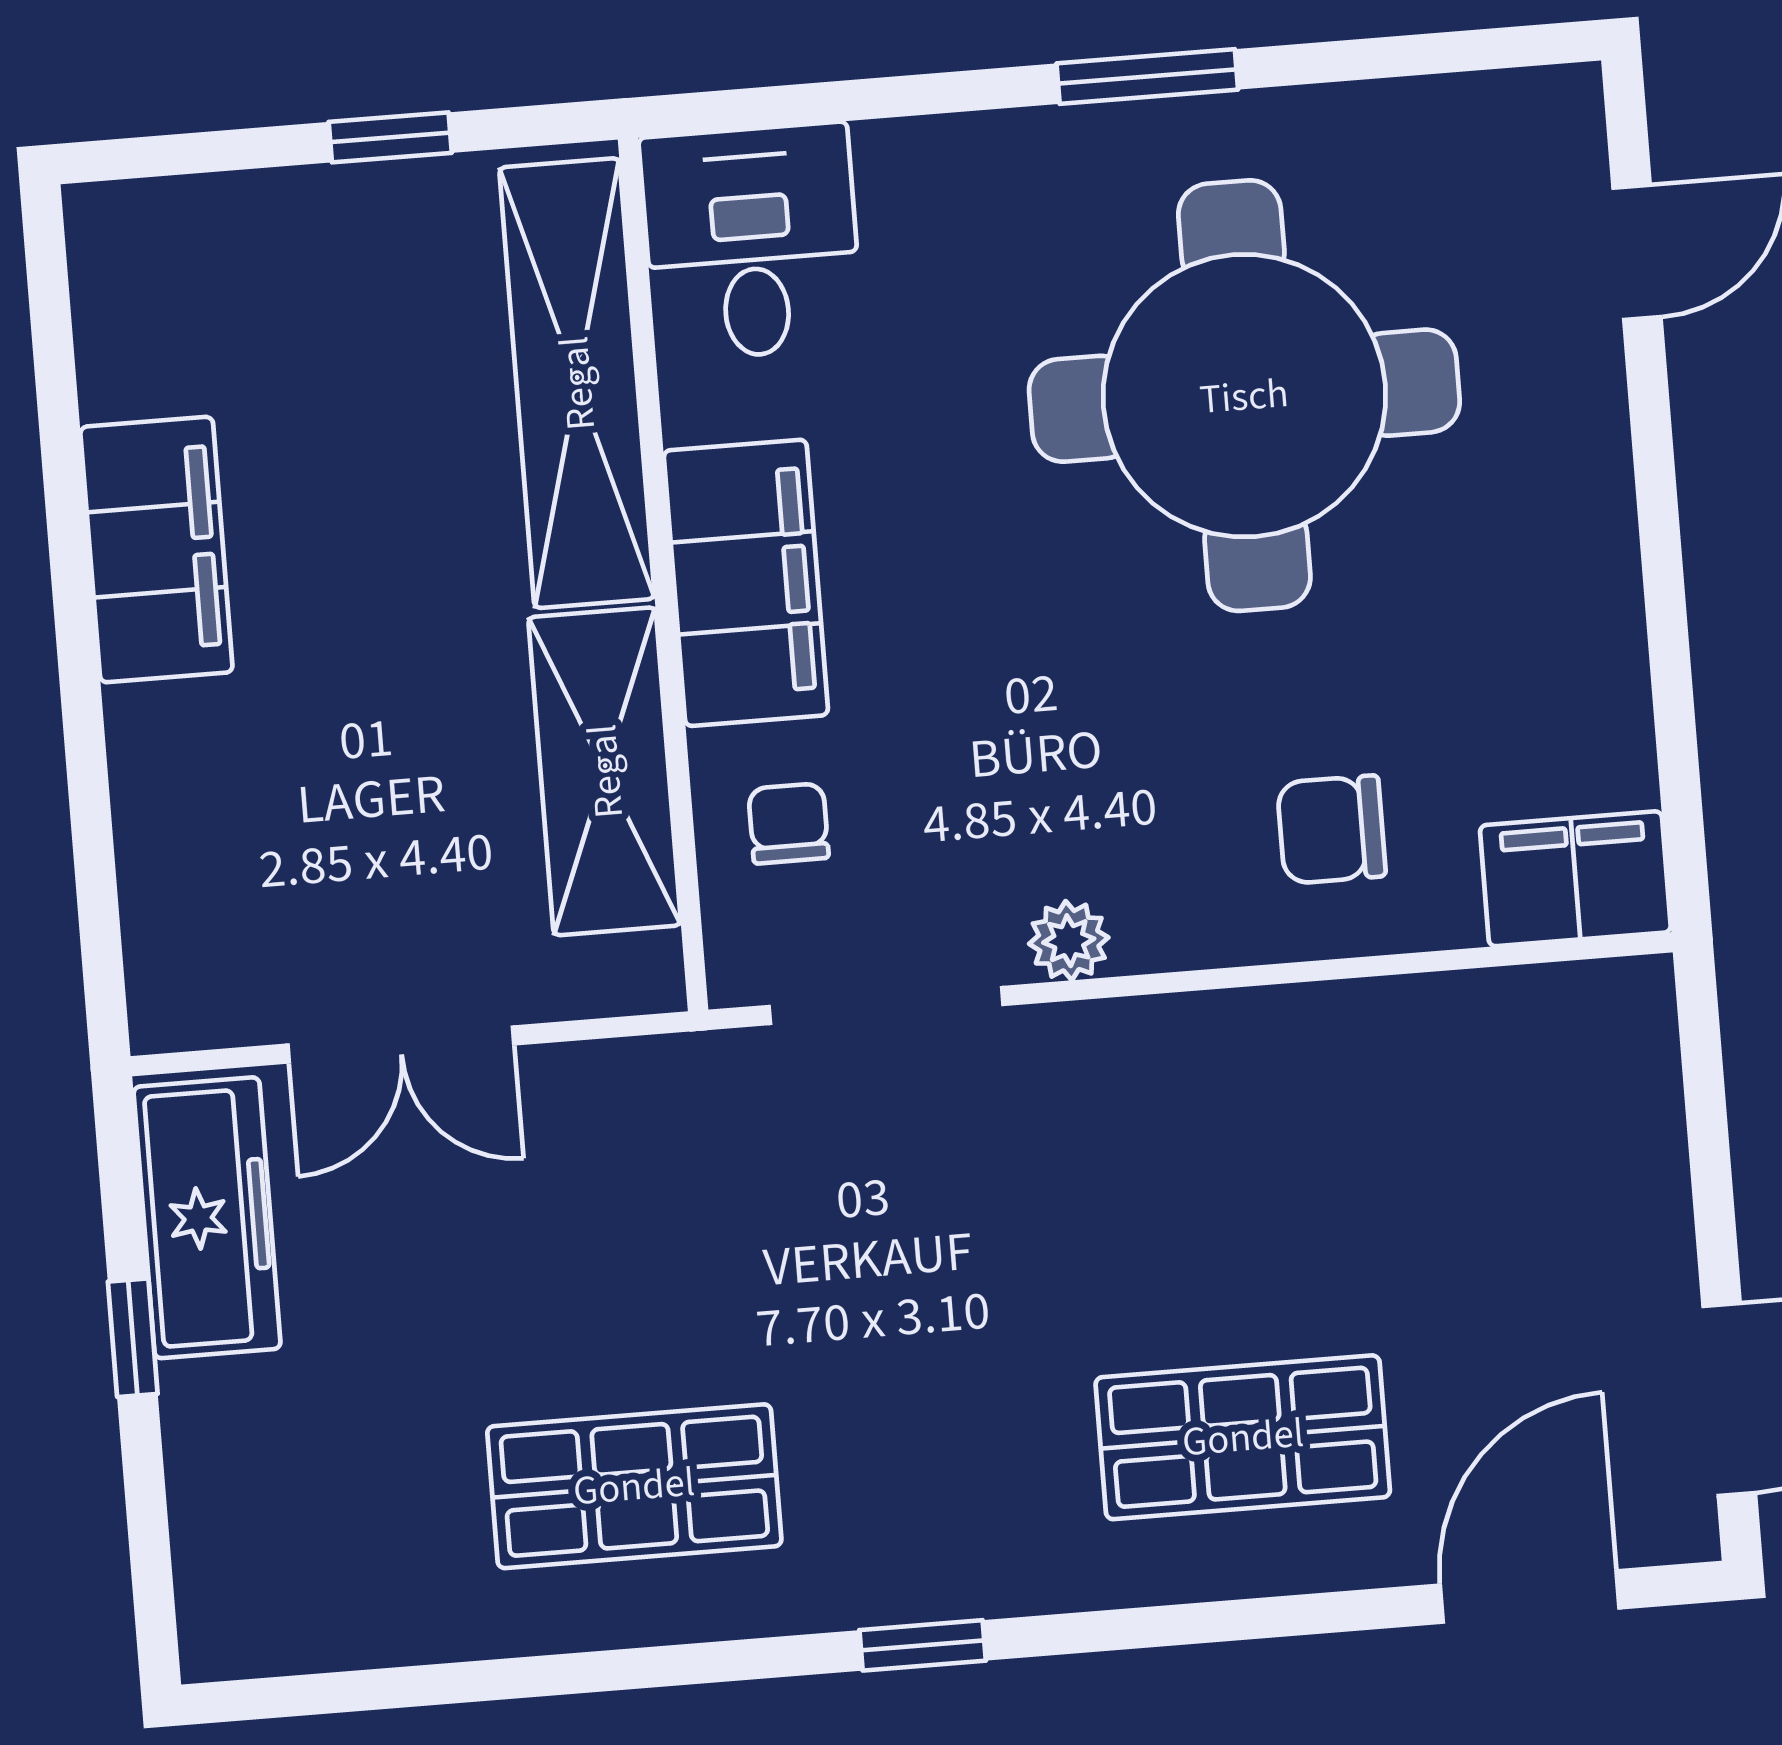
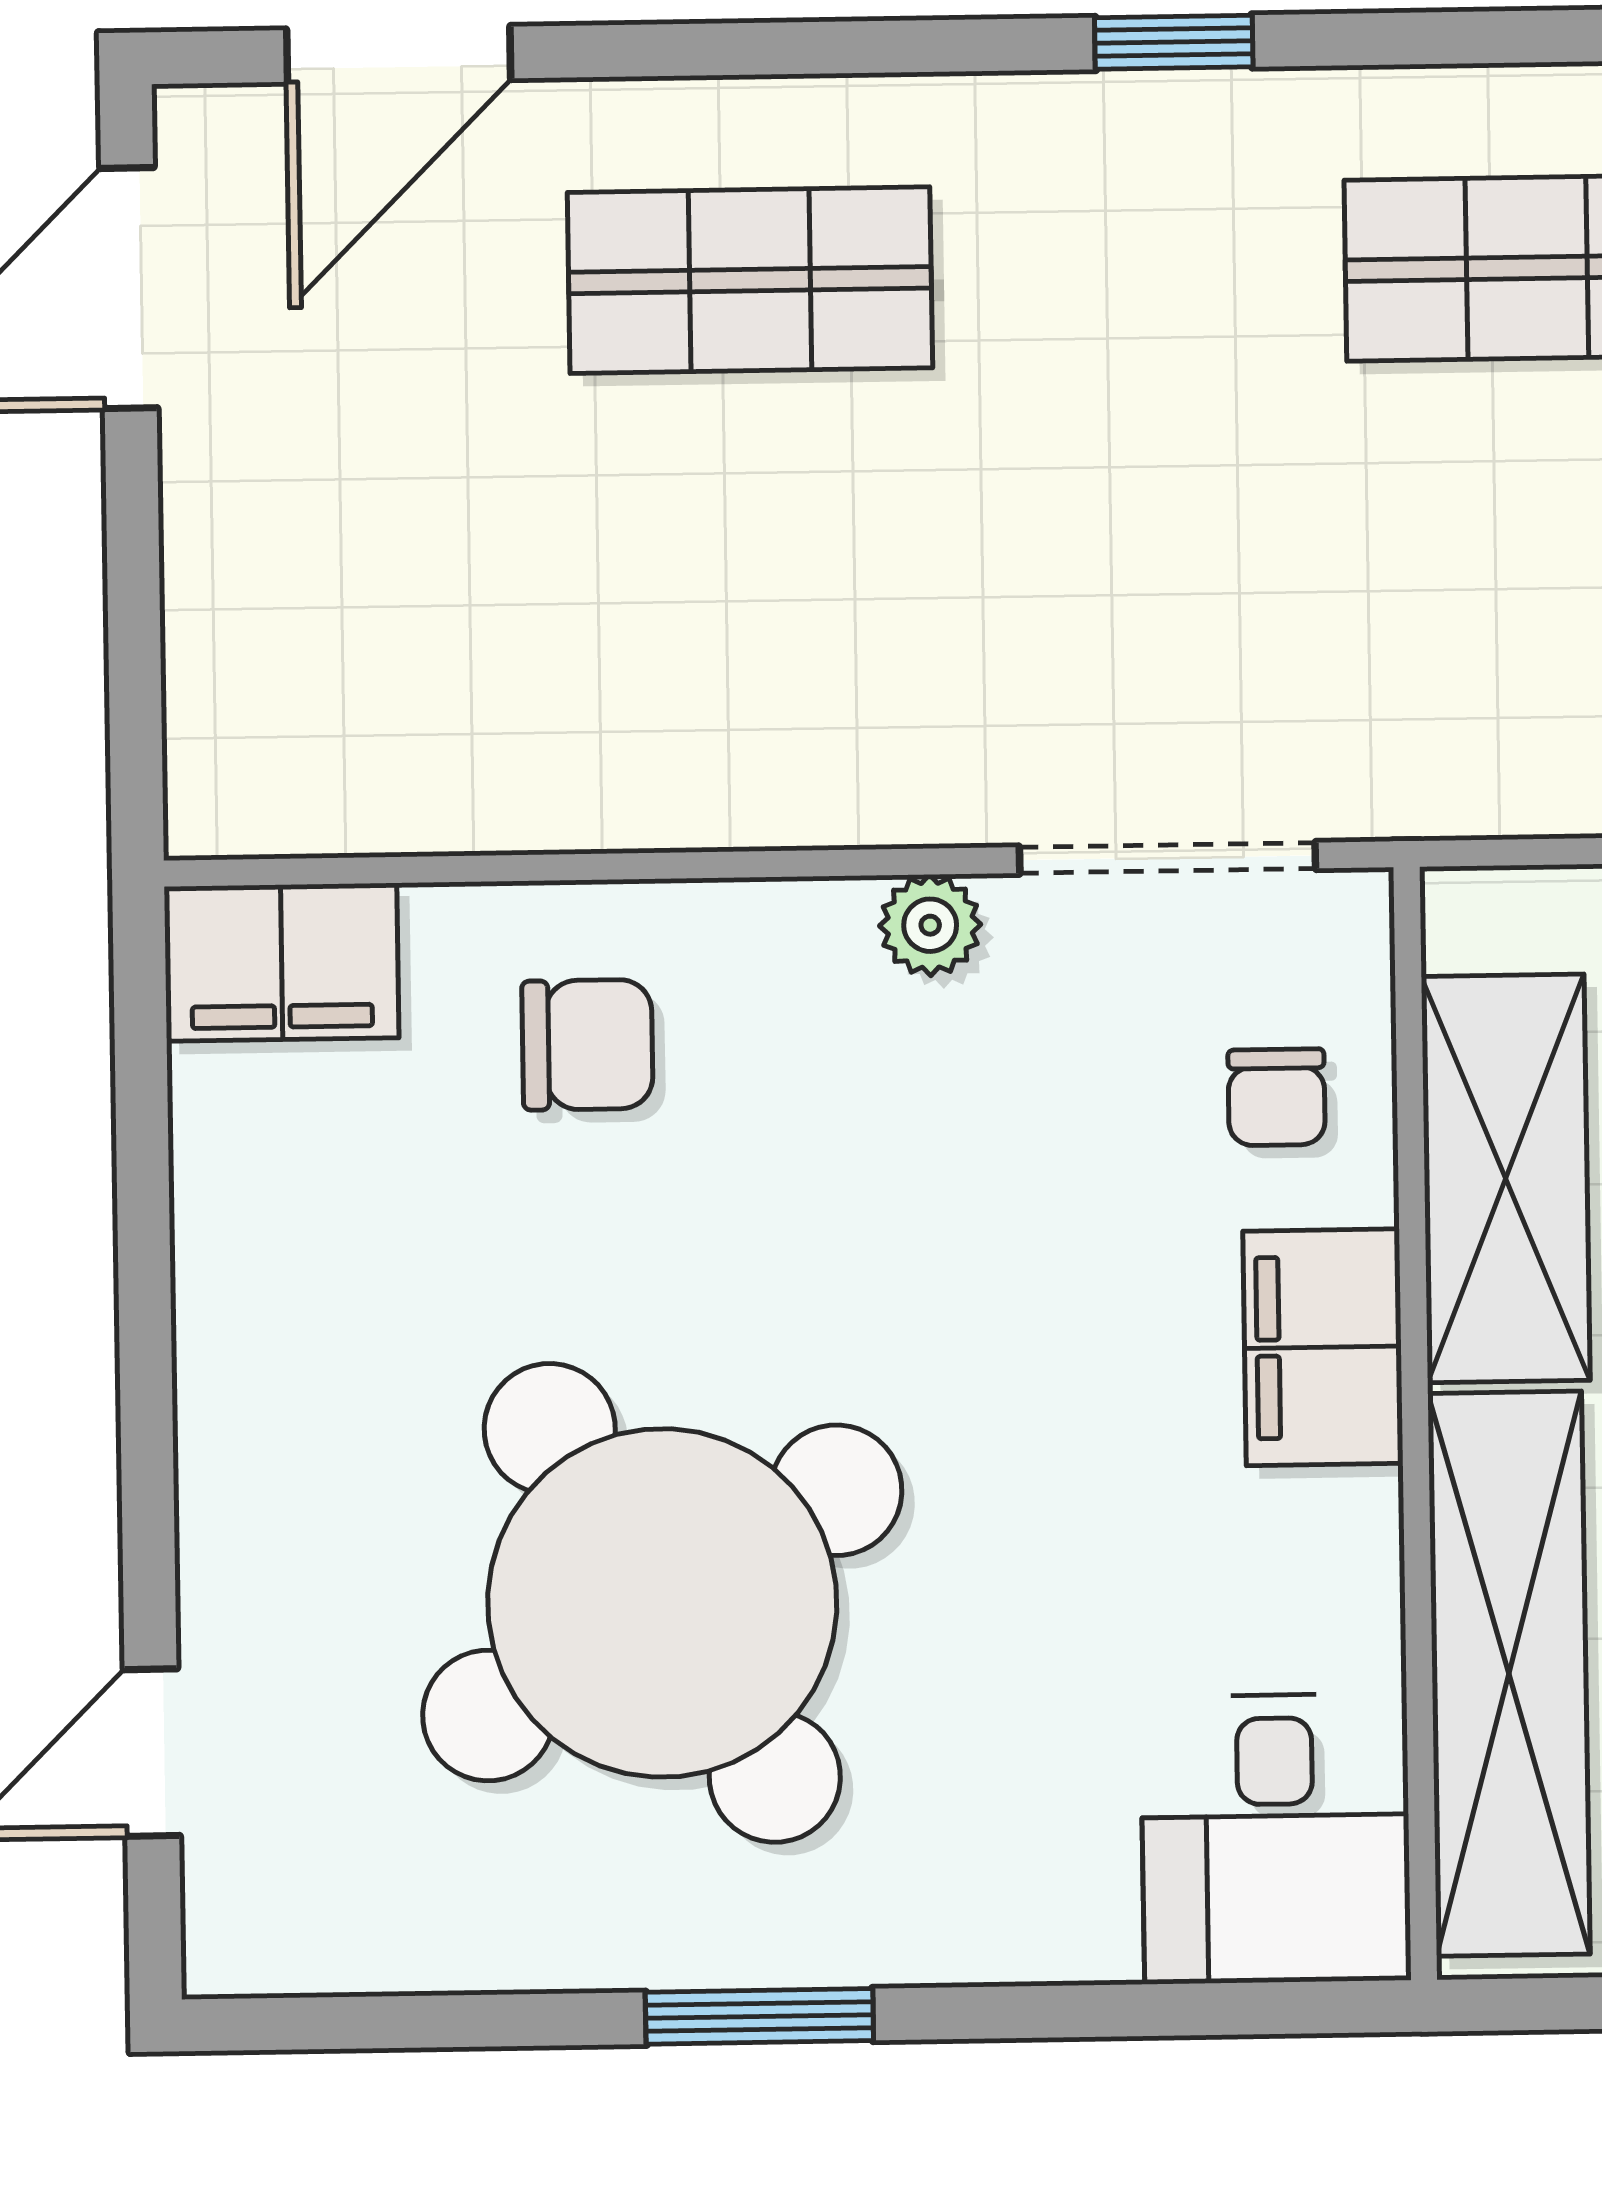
round table: (1244, 396) -> (662, 1603), turned -32
filing cabinet: (746, 583) -> (1323, 1347), width x0.67, depth x0.86

